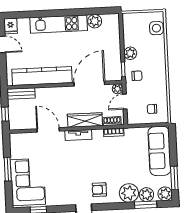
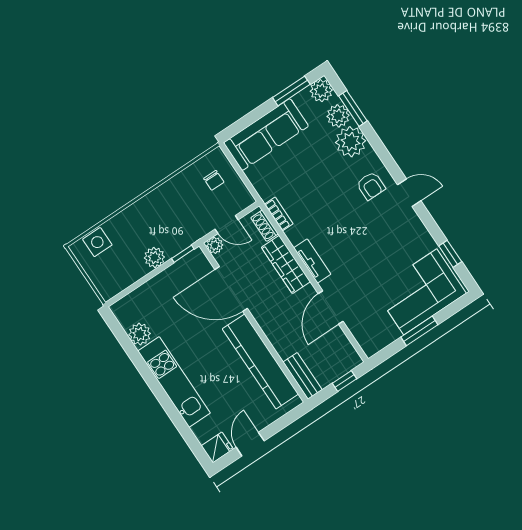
chair: (137, 76) -> (180, 229), removed

